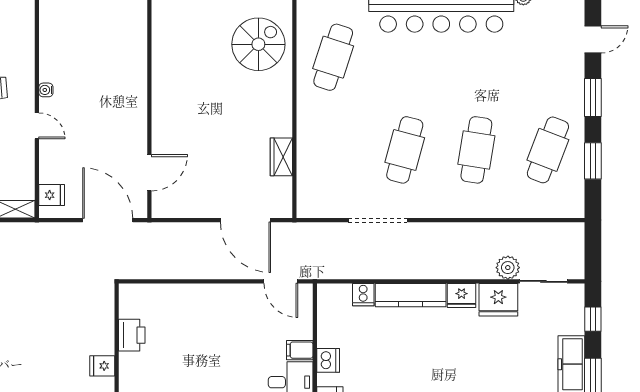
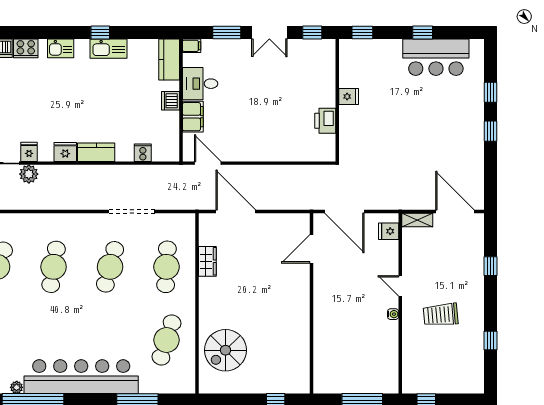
cafe table: (333, 150) -> (166, 267), added
kitchen counter: (411, 295) -> (96, 152), width x0.67
fridge: (498, 300) -> (29, 152), width x0.53, depth x0.75
filing cabinet: (300, 350) -> (193, 117), width x2.00

